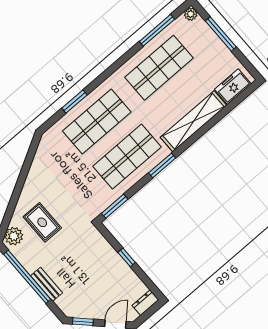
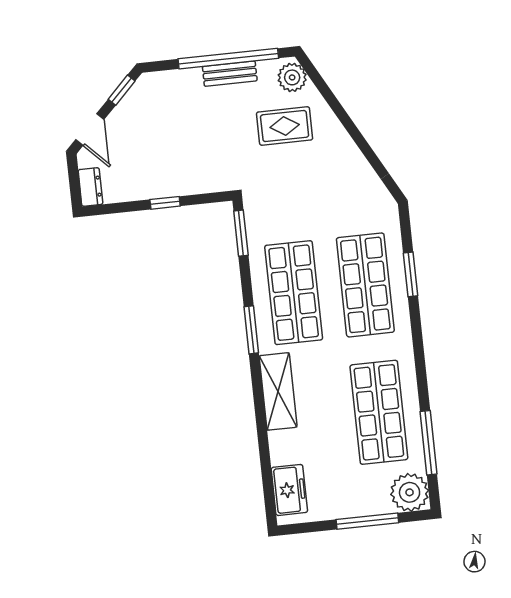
plant: (191, 14) -> (410, 492), width x1.88, depth x1.88
shelving: (193, 121) -> (278, 391), width x0.68
bench: (46, 284) -> (230, 74), moved

